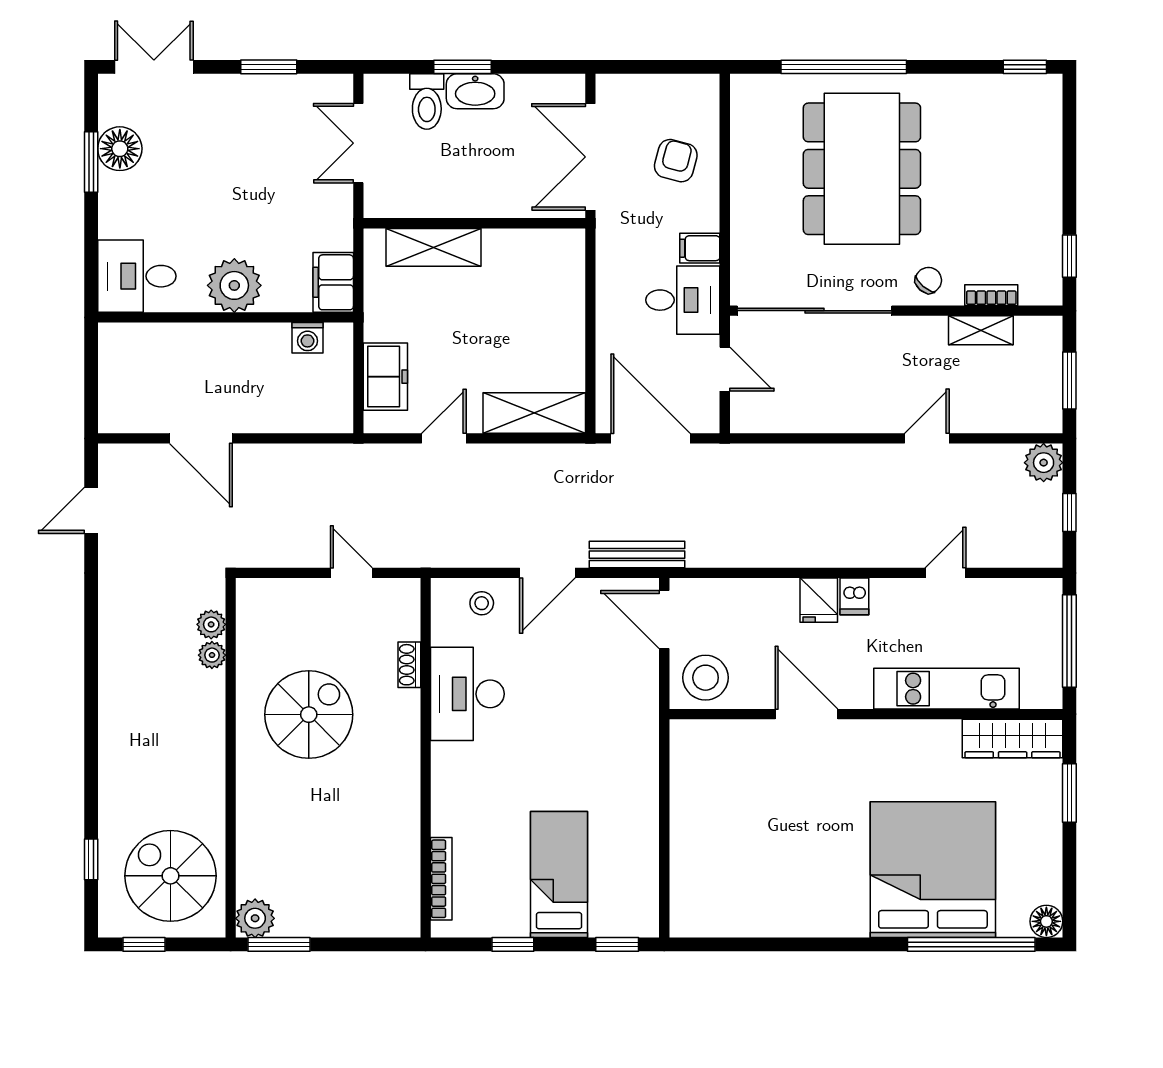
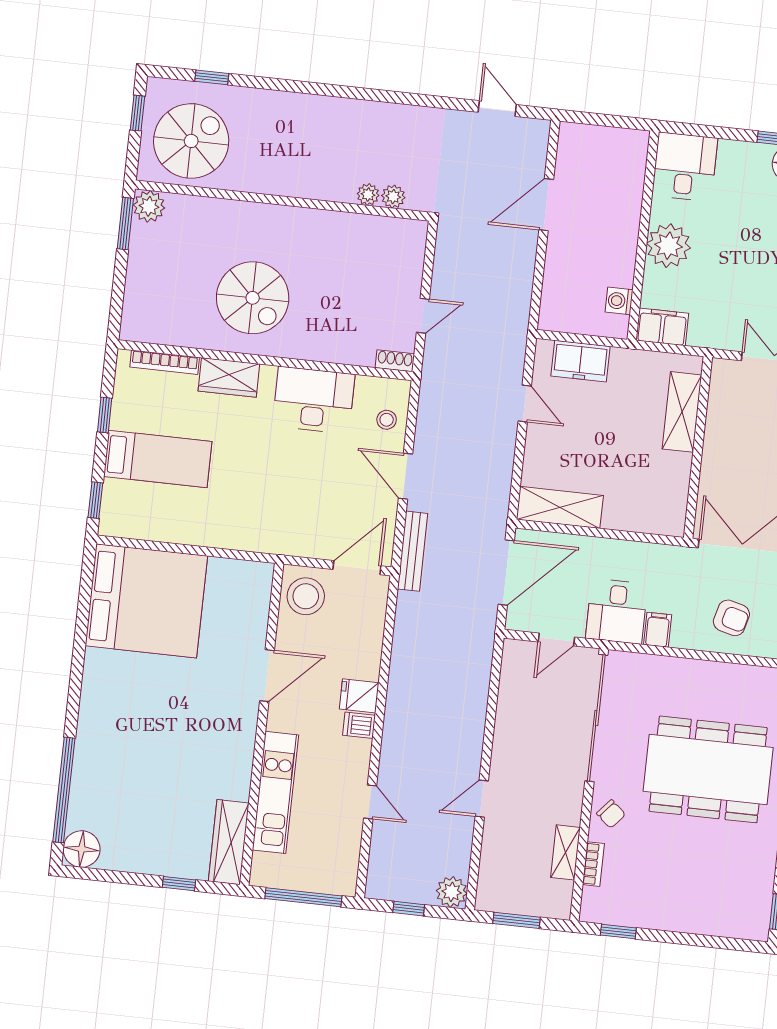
shelving: (534, 413) -> (560, 507), moved, turned 90
door: (927, 438) -> (482, 799), swing flipped
shoe rack: (409, 665) -> (395, 361), moved
spiral stairs: (309, 715) -> (253, 298), moved
window: (1069, 793) -> (179, 884), width x0.67
wardrobe: (451, 799) -> (229, 377), added
bed: (933, 870) -> (146, 601), moved
floor lamp: (1046, 921) -> (82, 849), width x1.38, depth x1.38

